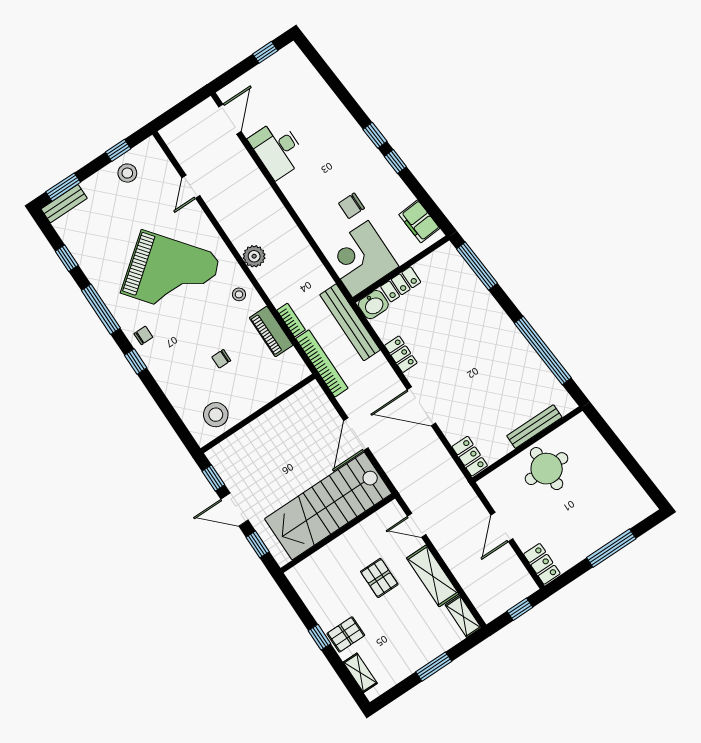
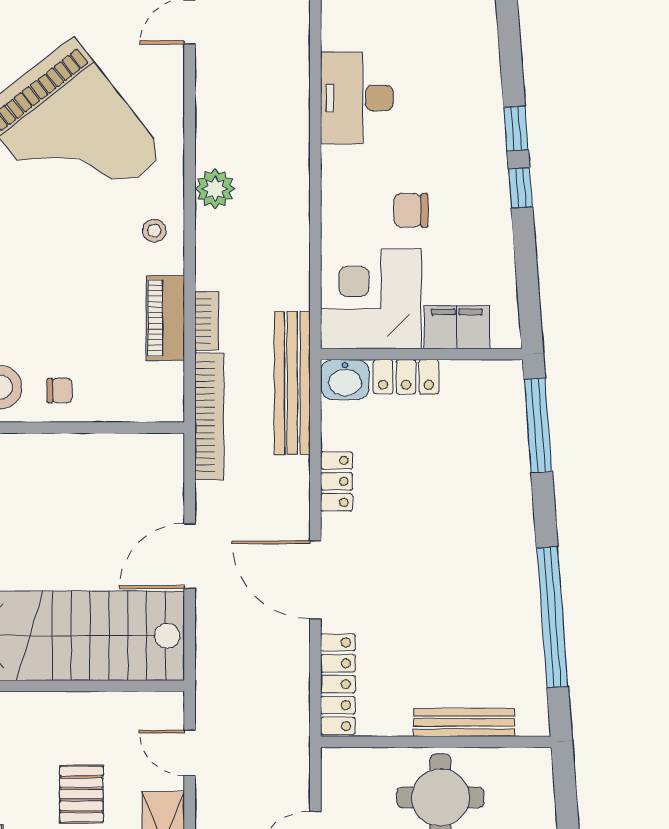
desk: (278, 149) -> (357, 98), moved
filing cabinet: (419, 221) -> (457, 327), moved, turned 94
chair: (221, 359) -> (60, 391), moved, turned 180
locker: (470, 456) -> (338, 684), width x1.53

